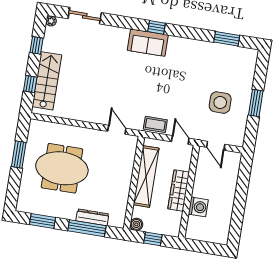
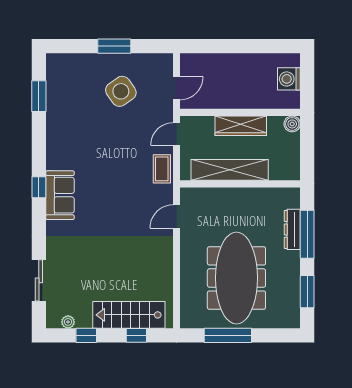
plant: (51, 21) -> (68, 322), moved
side table: (220, 103) -> (121, 91), turned -35
window: (19, 154) -> (228, 335), width x1.44
meeting table: (62, 168) -> (236, 278), width x1.36
washing machine: (198, 207) -> (289, 79), moved, turned -90
boiler: (136, 224) -> (292, 124), moved
window: (153, 239) -> (307, 149), removed

